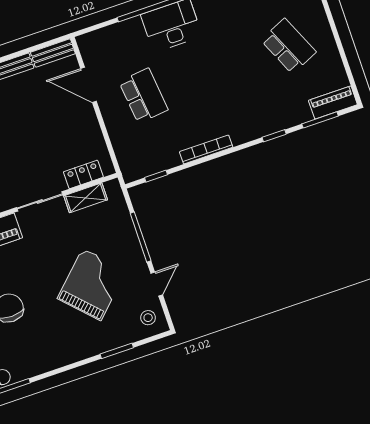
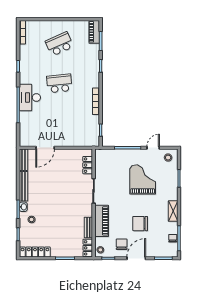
school desk: (143, 96) -> (59, 83), moved
shelving: (86, 198) -> (173, 211), moved
grand piano: (92, 284) -> (143, 179), turned 44
door: (157, 284) -> (153, 148), hinge flipped

